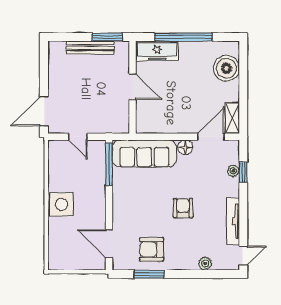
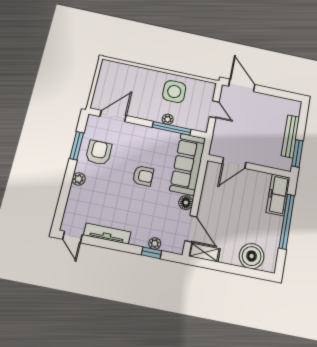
door: (133, 87) -> (234, 163), moved
door: (78, 137) -> (214, 109), swing flipped
window: (109, 164) -> (172, 128), moved
plant: (100, 185) -> (168, 119), added
side table: (61, 204) -> (174, 92), moved
armchair: (183, 208) -> (143, 176), moved
plant: (205, 263) -> (79, 179), moved

